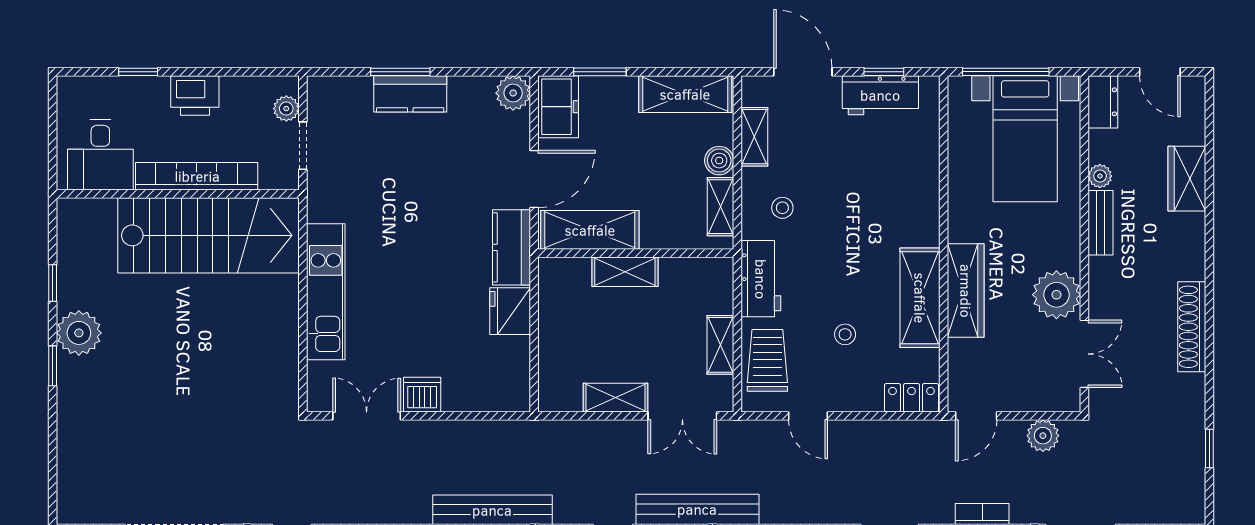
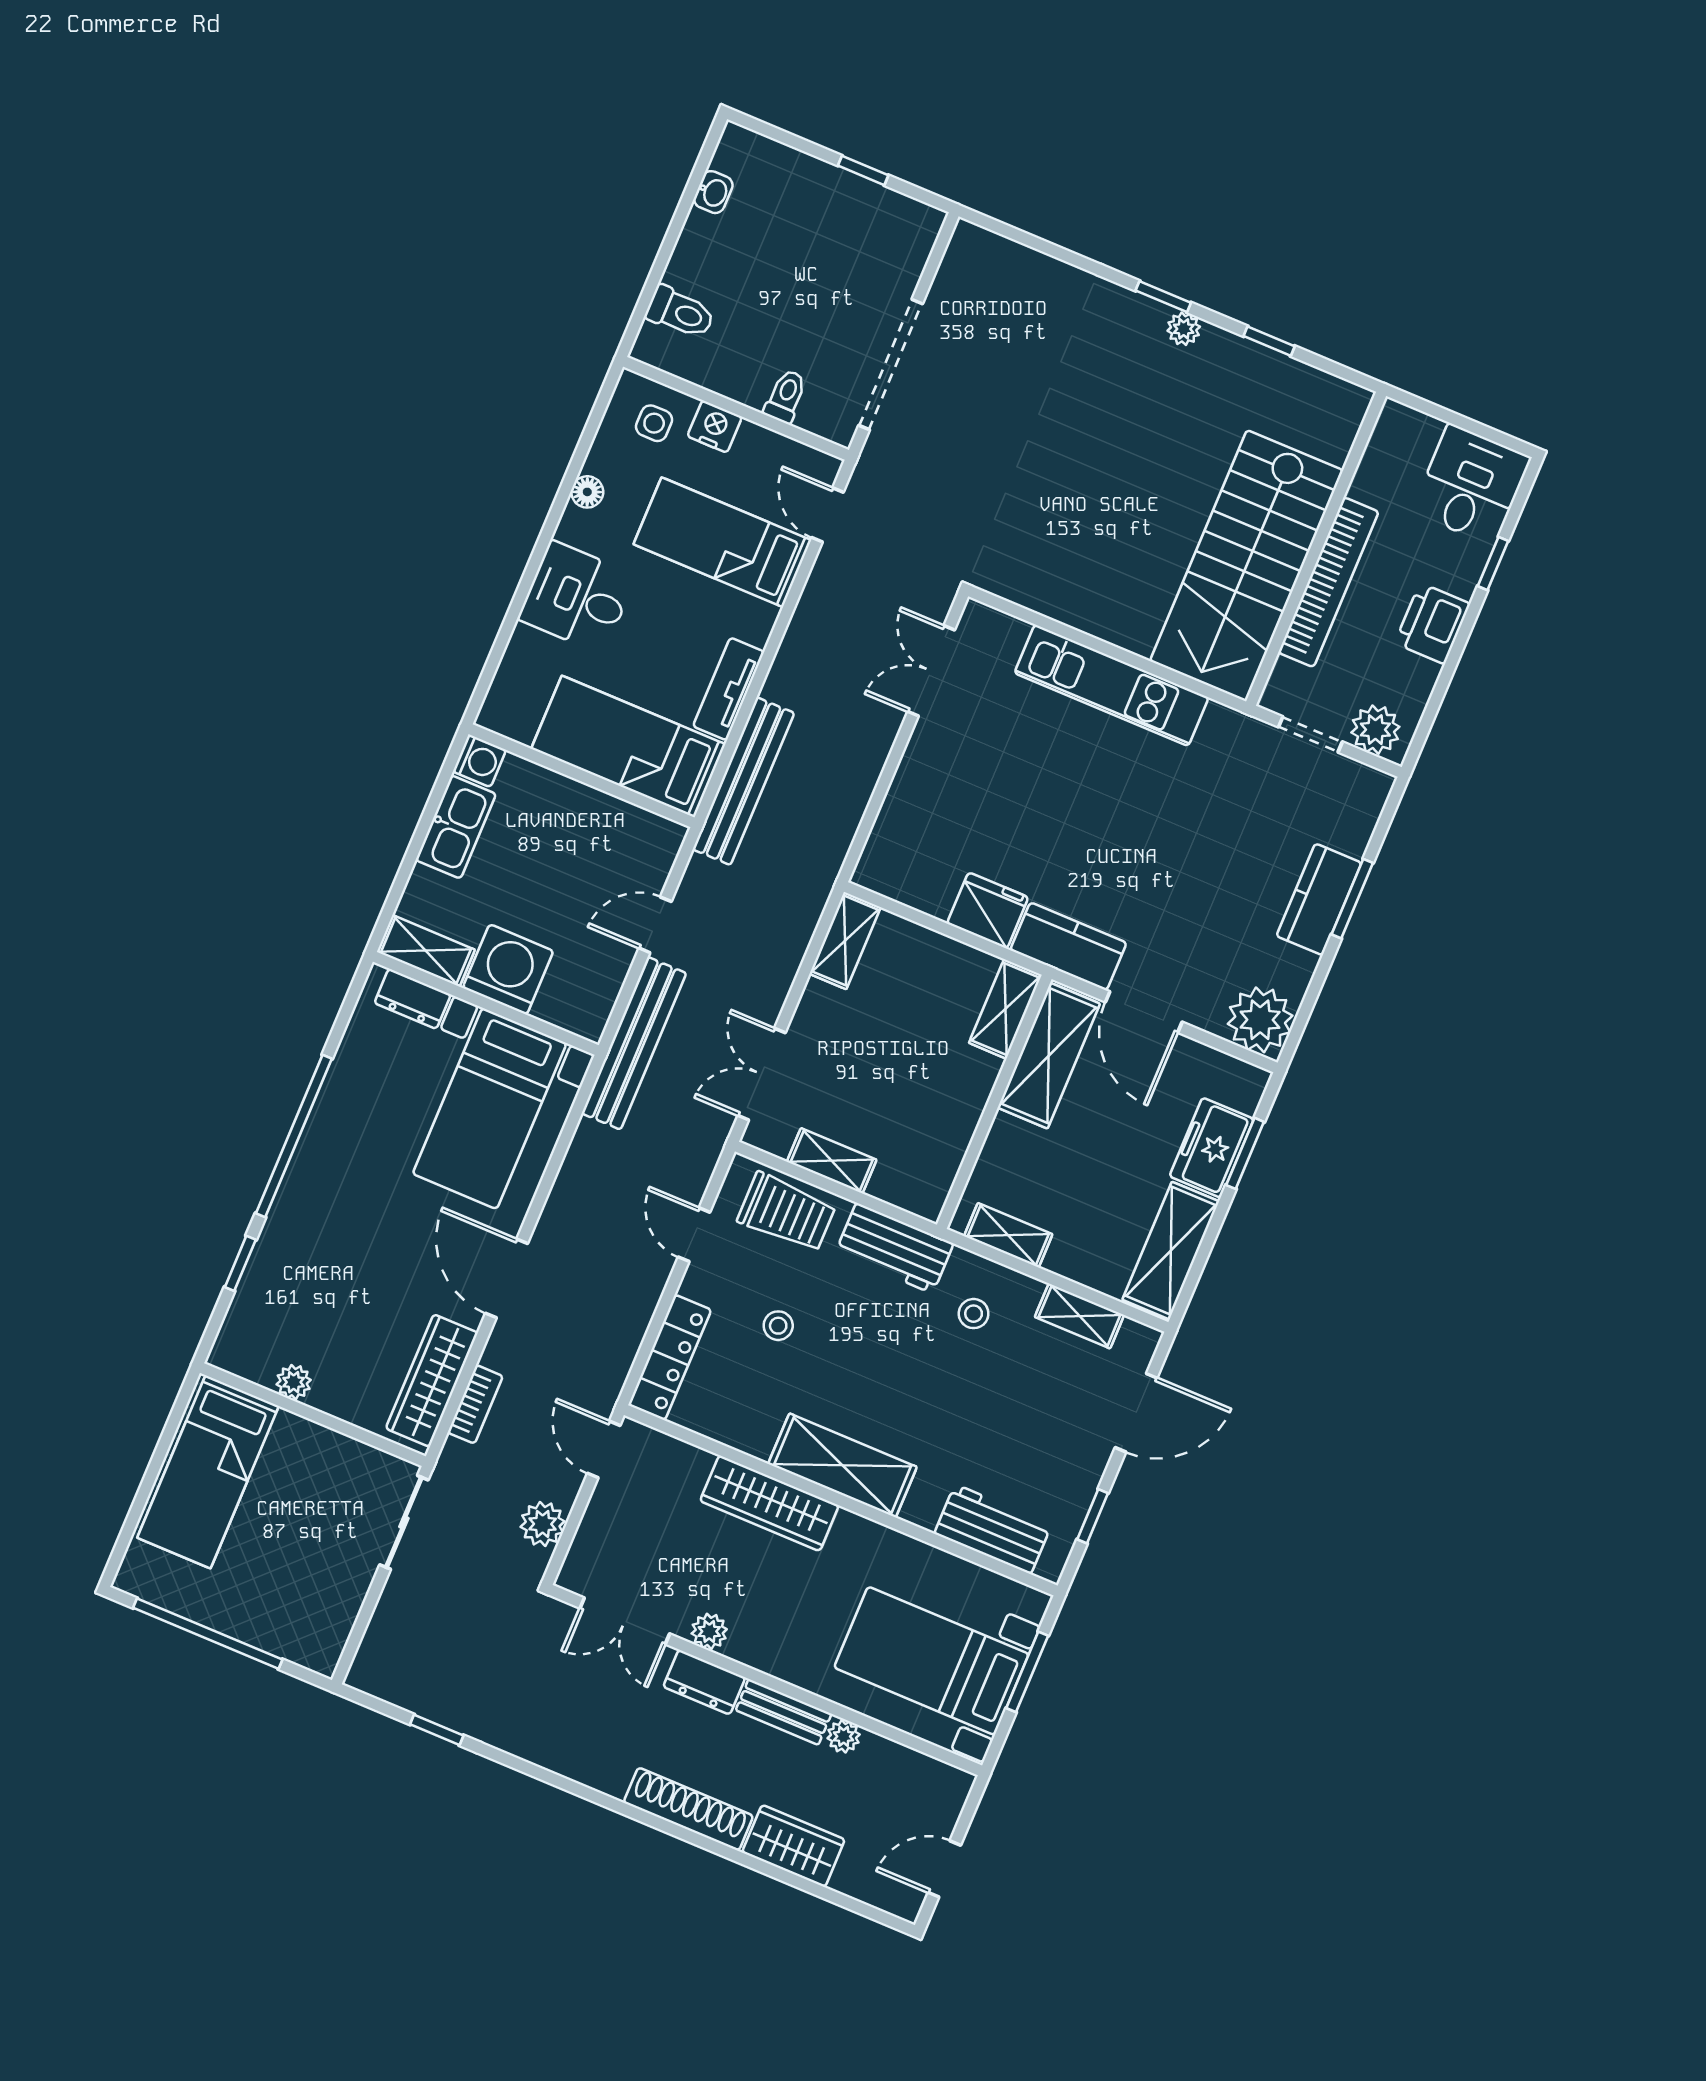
window: (1006, 72) -> (1027, 1672), width x0.69
plant: (513, 93) -> (1260, 1020), width x1.36, depth x1.36
workbench: (880, 95) -> (993, 1529), moved, turned 90
dresser: (1103, 102) -> (704, 1682), moved
freezer: (558, 107) -> (1212, 1148), moved, turned 90
plant: (286, 109) -> (1375, 730), width x1.38, depth x1.38
desk: (100, 155) -> (1471, 485), moved, turned 90
boiler: (719, 161) -> (1068, 1258), removed
shelving: (625, 272) -> (1005, 1009), moved
plant: (1056, 295) -> (709, 1631), width x0.53, depth x0.53
shelving: (920, 298) -> (843, 1465), moved
shoe rack: (1192, 327) -> (688, 1809), moved
plant: (79, 333) -> (1184, 329), width x0.53, depth x0.53
dishwasher: (422, 395) -> (928, 753), removed
shelving: (615, 398) -> (845, 941), moved
locker: (911, 398) -> (670, 1357), width x1.53
double door: (367, 416) -> (931, 671), swing flipped
door: (808, 416) -> (694, 1235), hinge flipped

